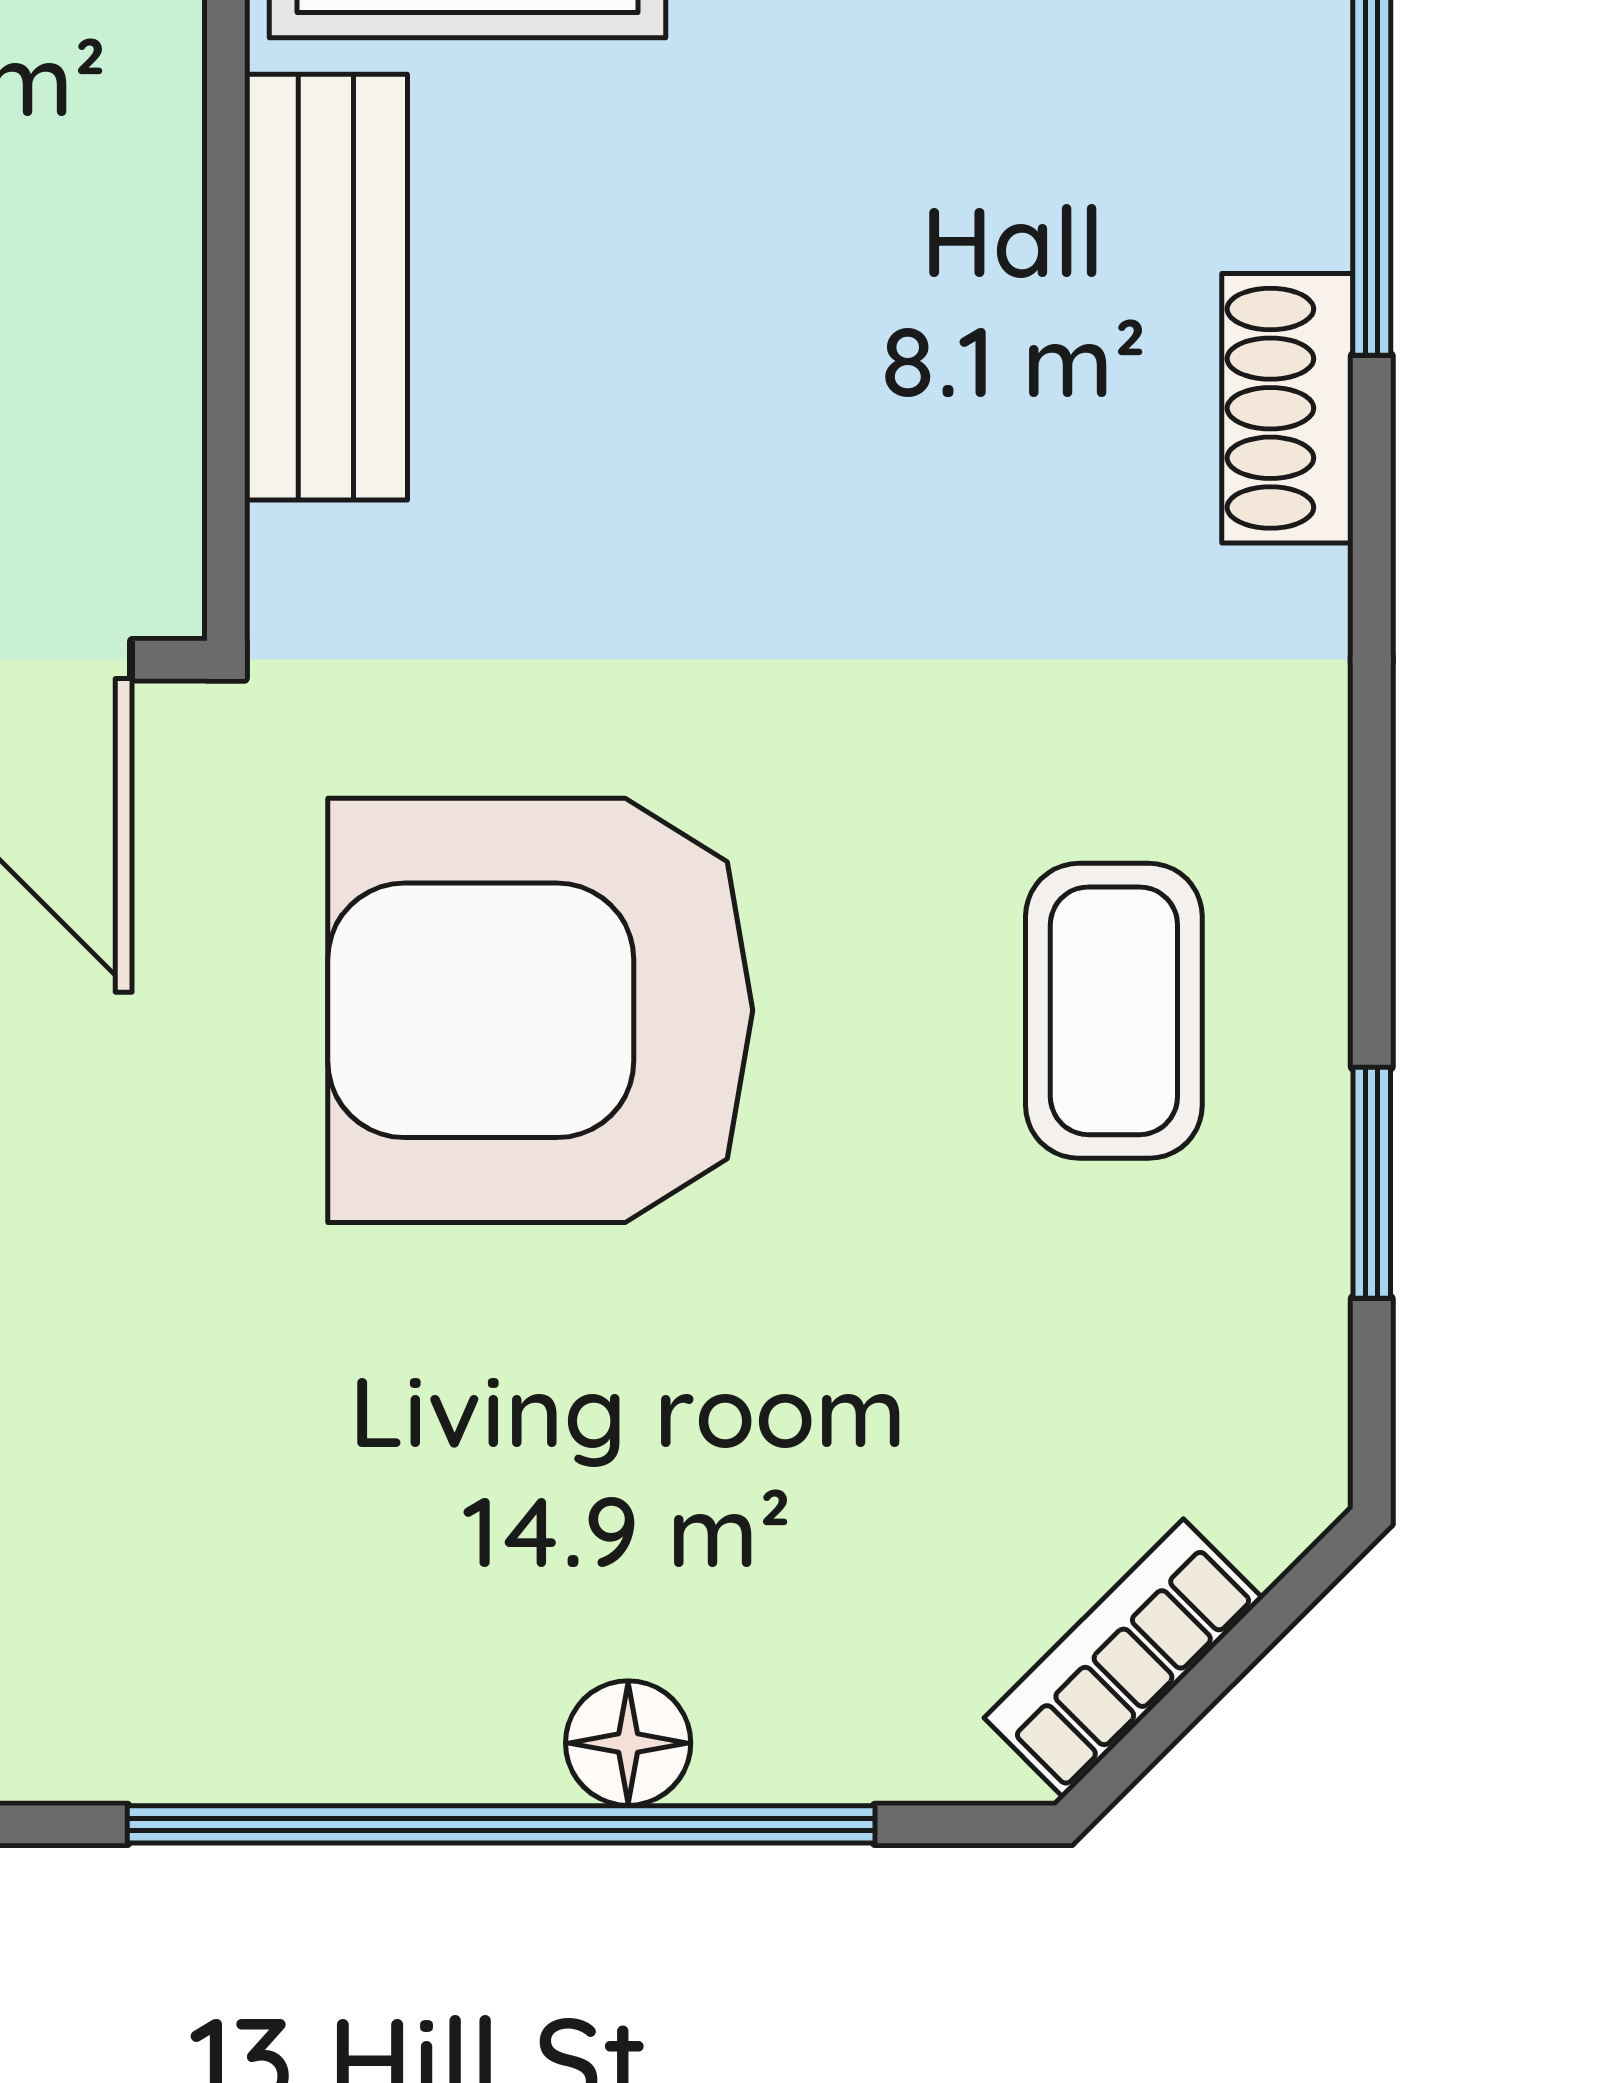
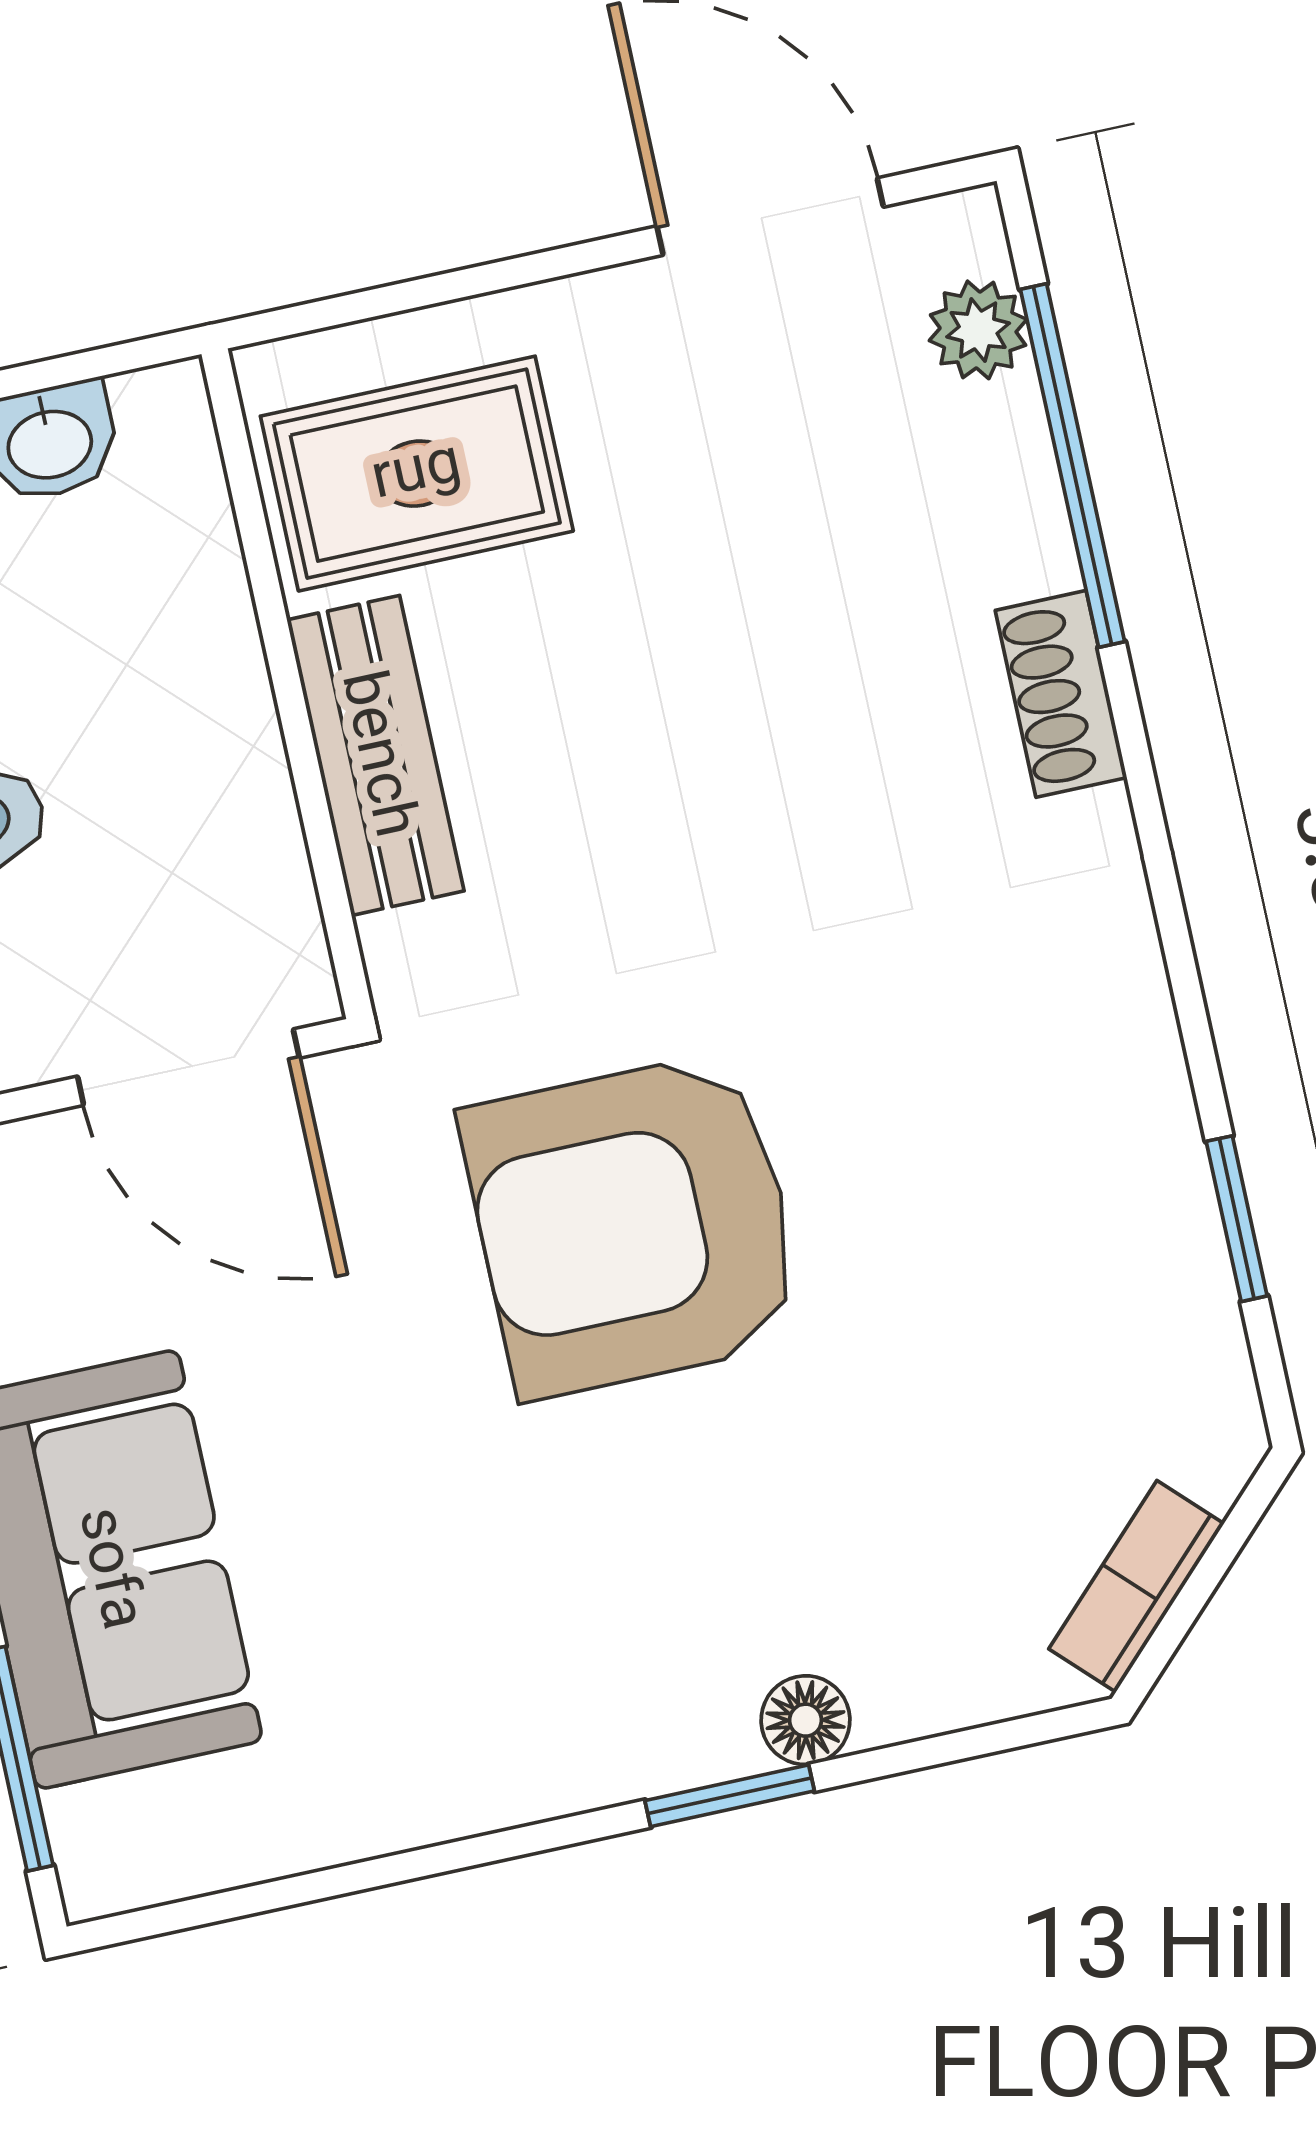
coffee table: (1114, 1011) -> (1032, 1138), removed
window: (501, 1824) -> (730, 1796), width x0.32

